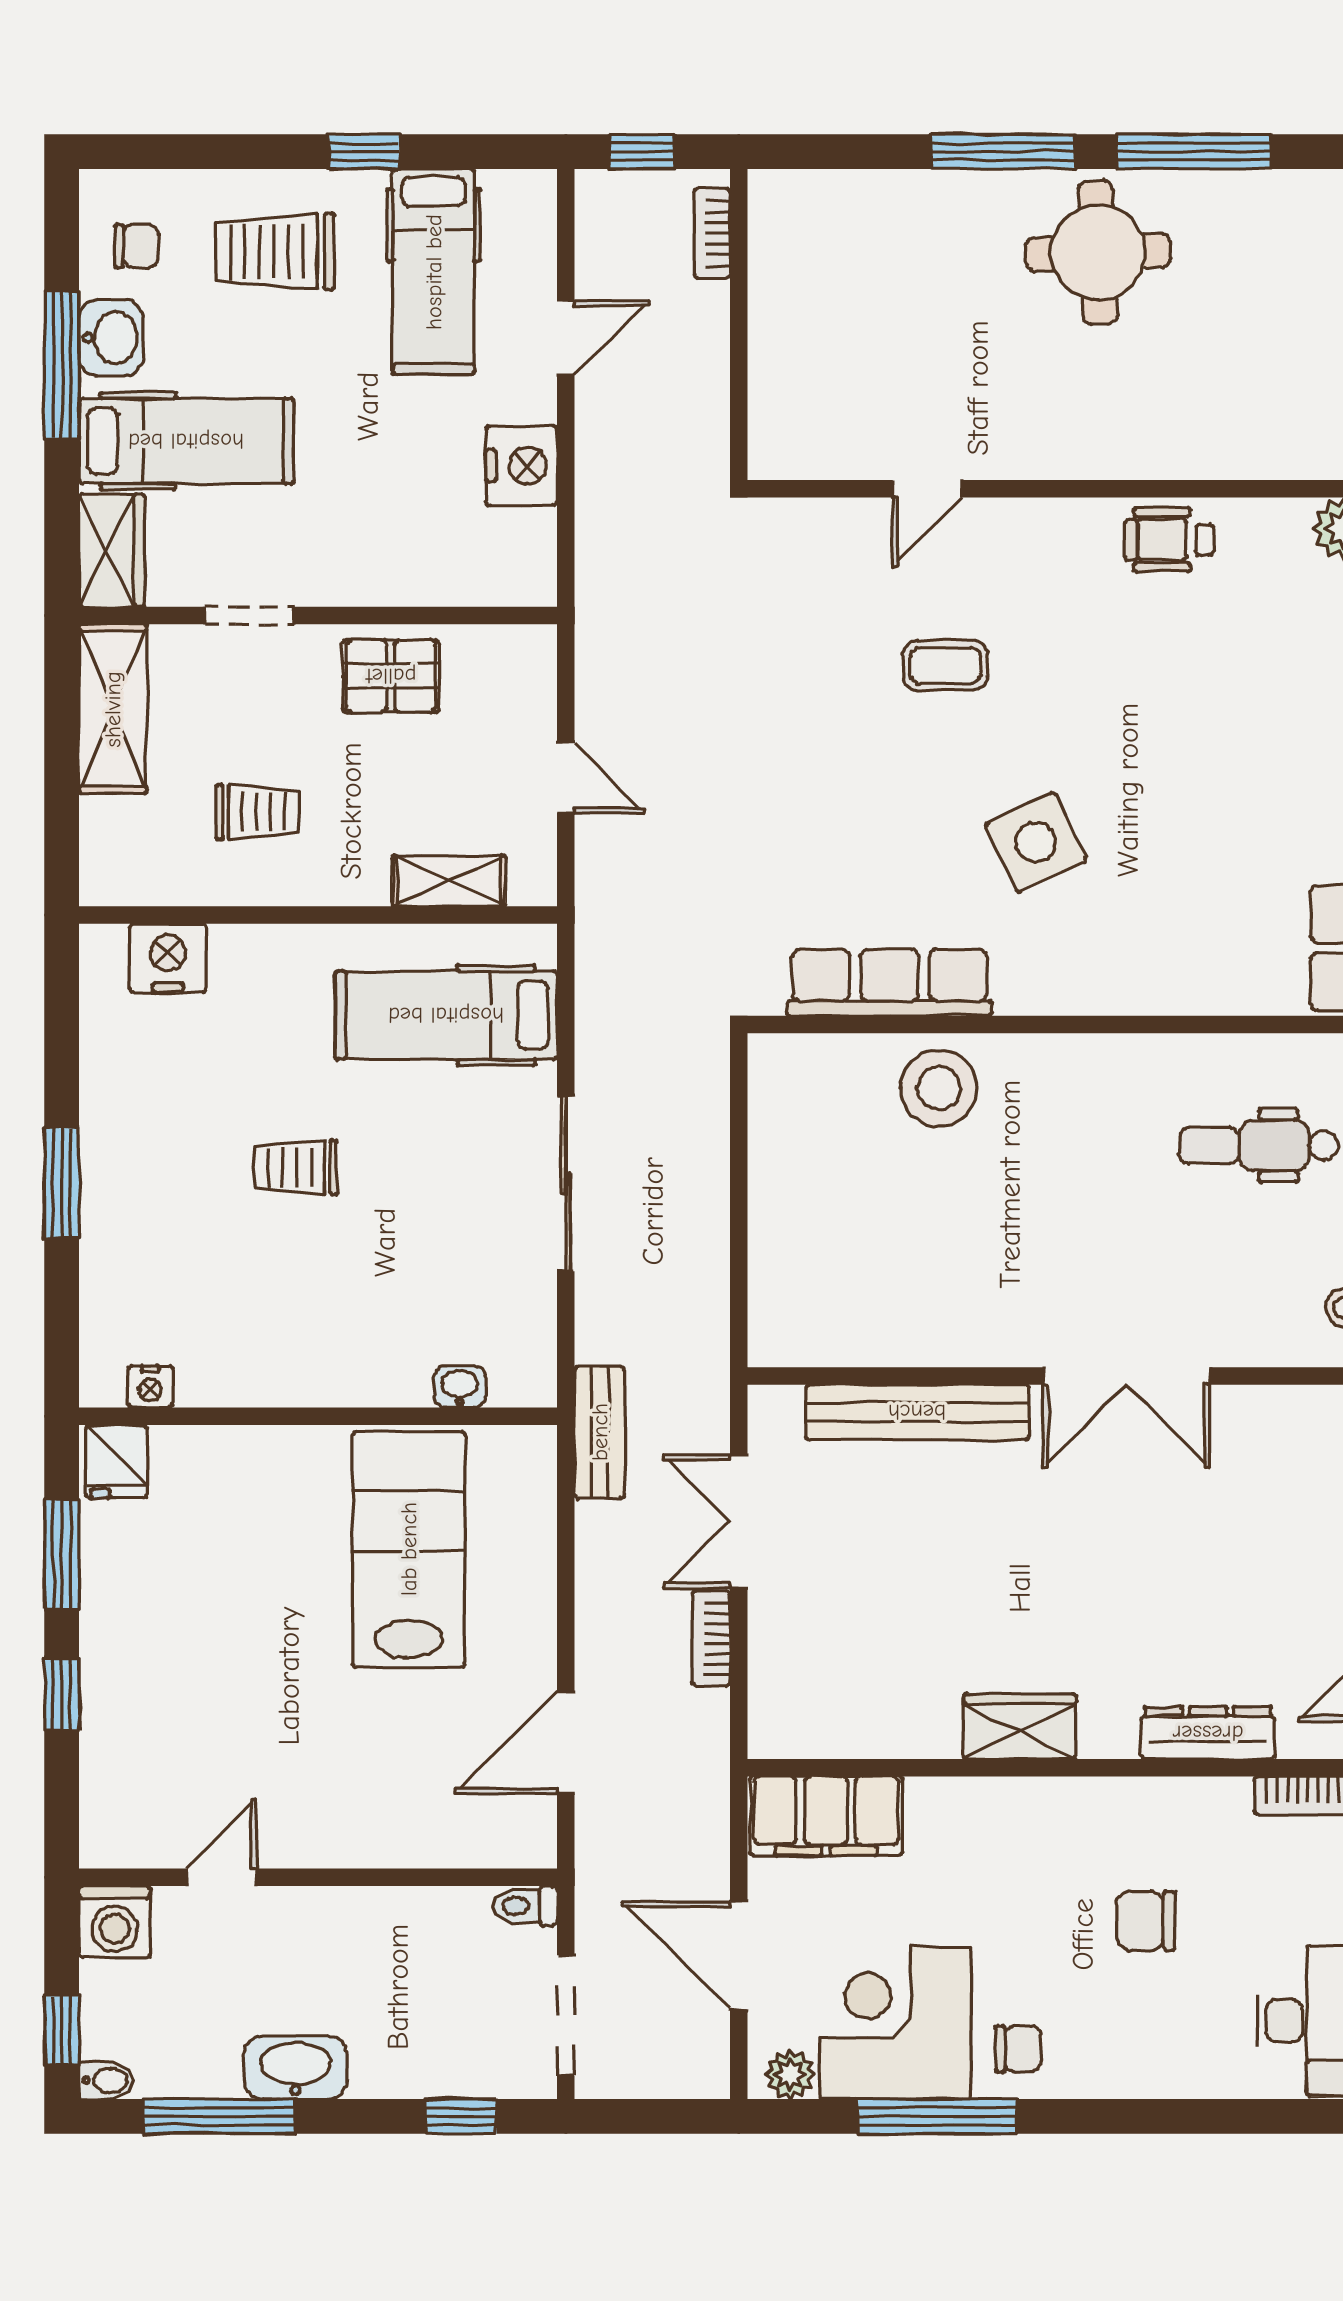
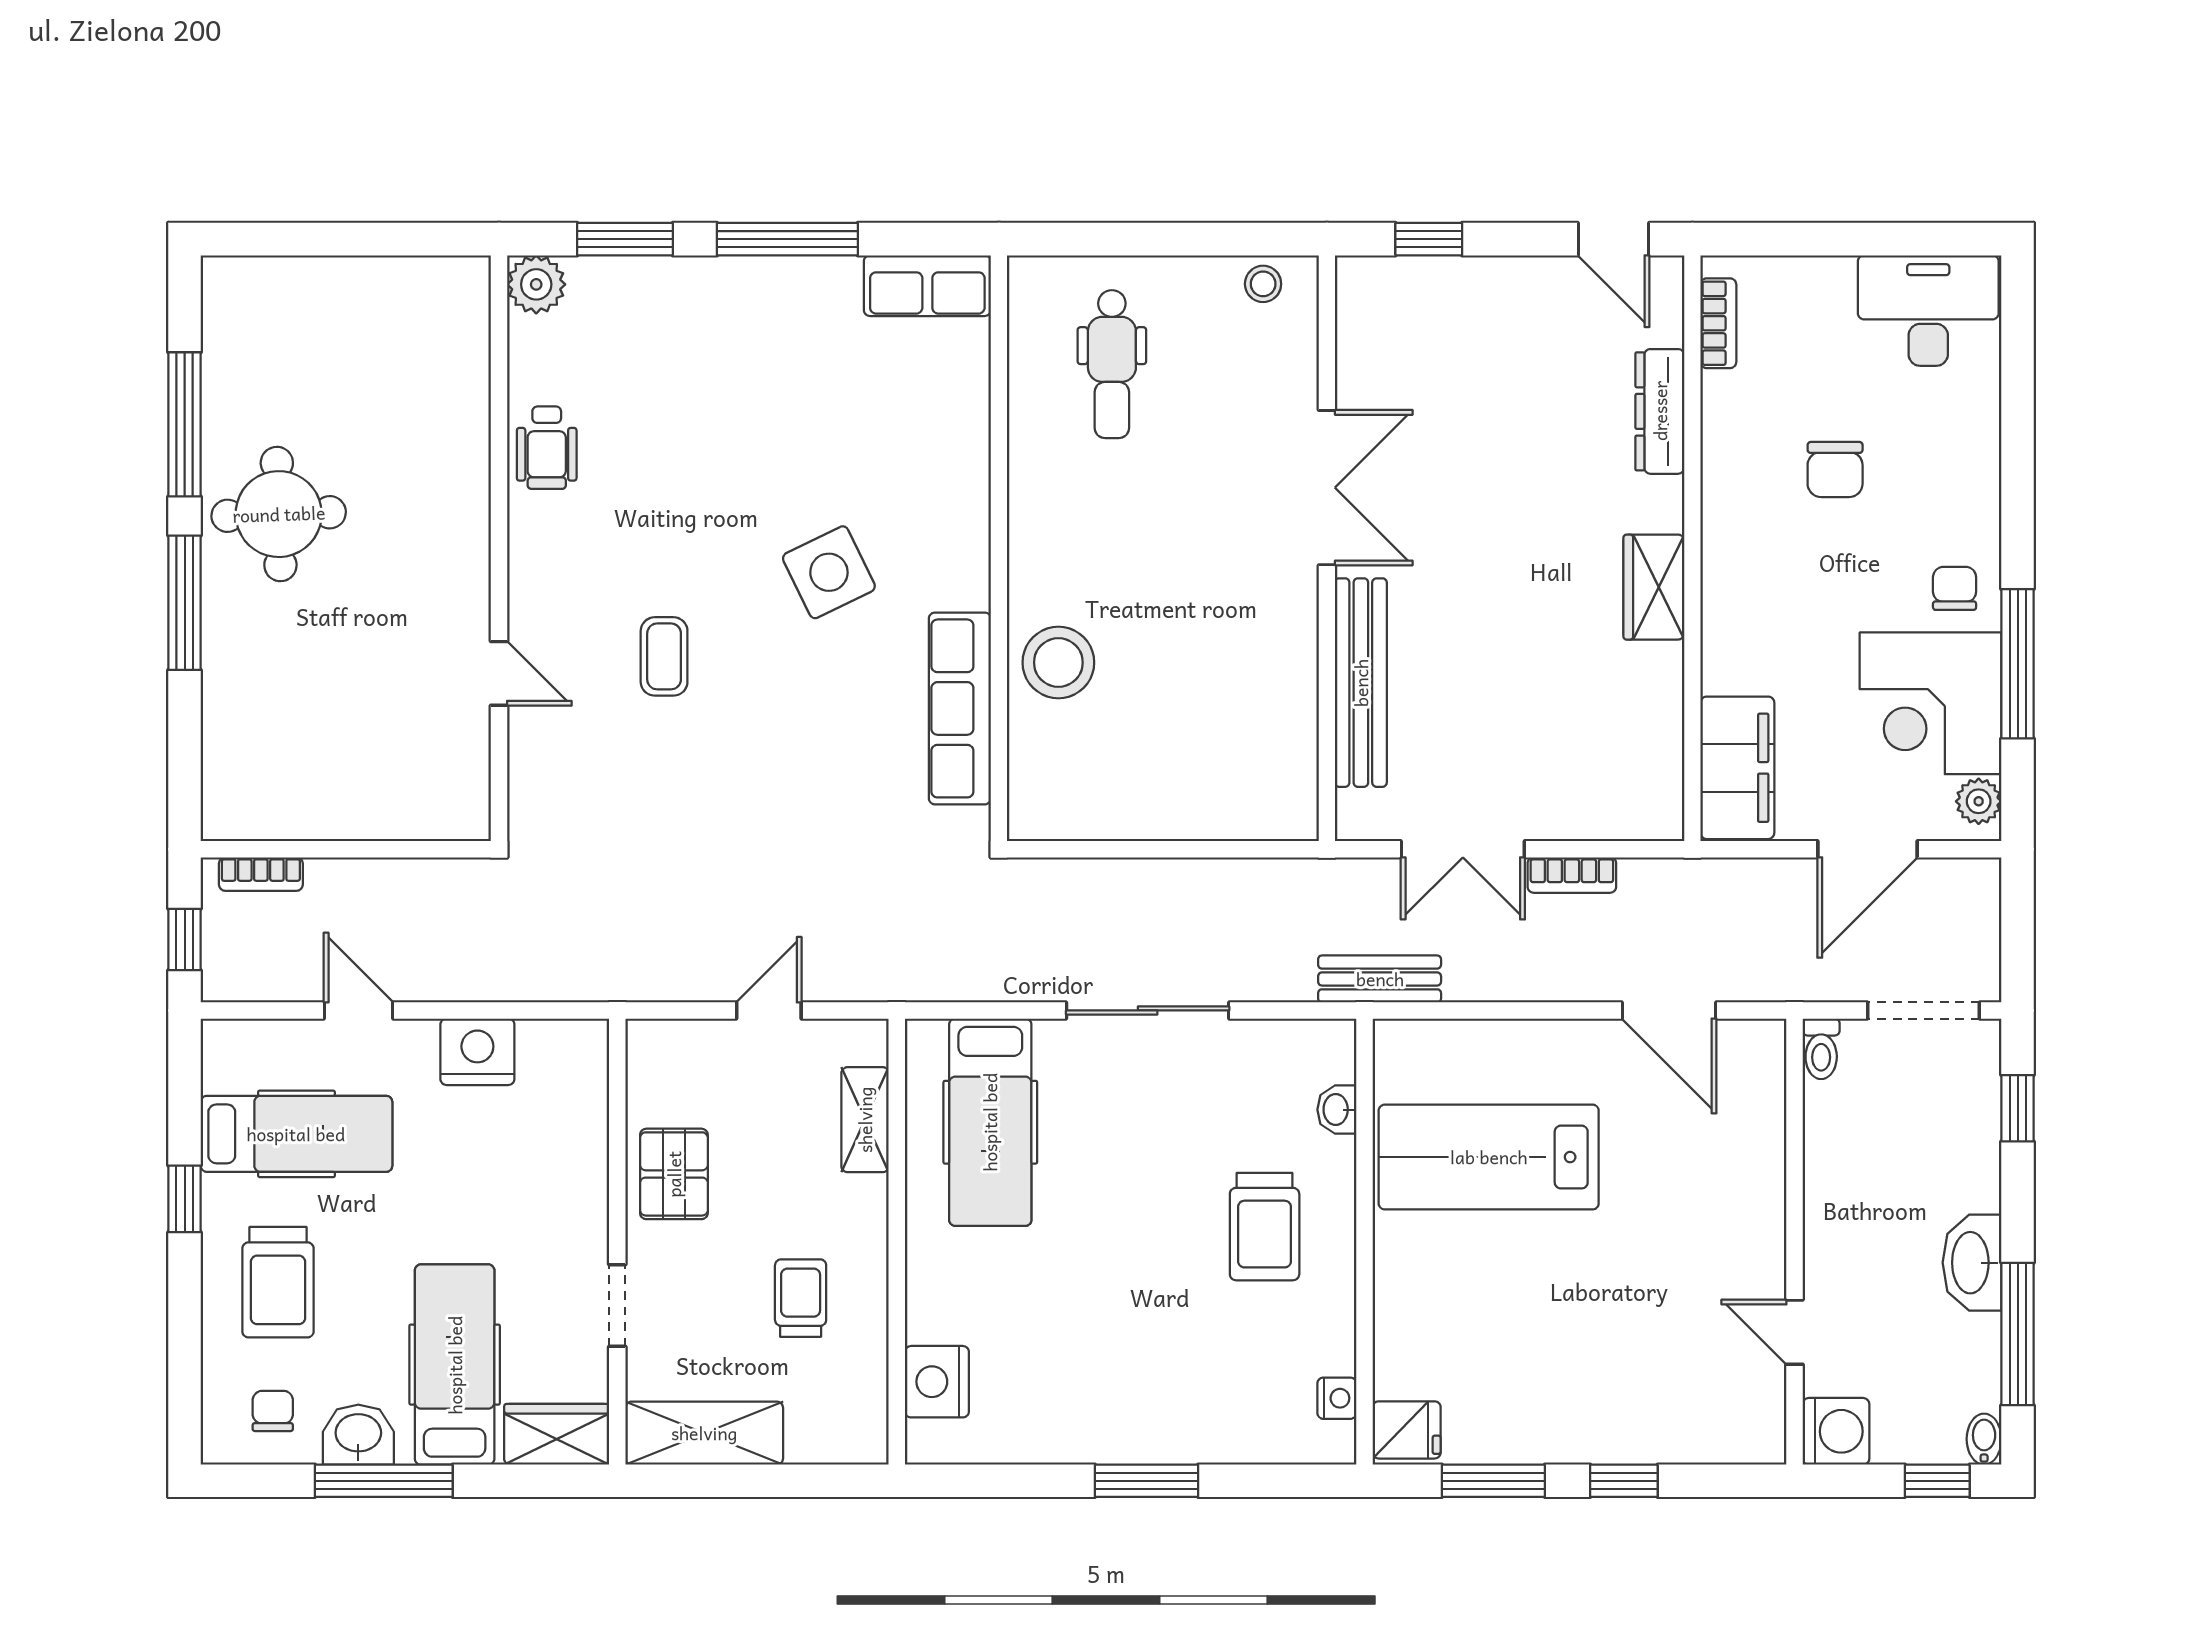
trolley: (295, 1168) -> (1265, 1227), moved, width x1.36, depth x1.39

